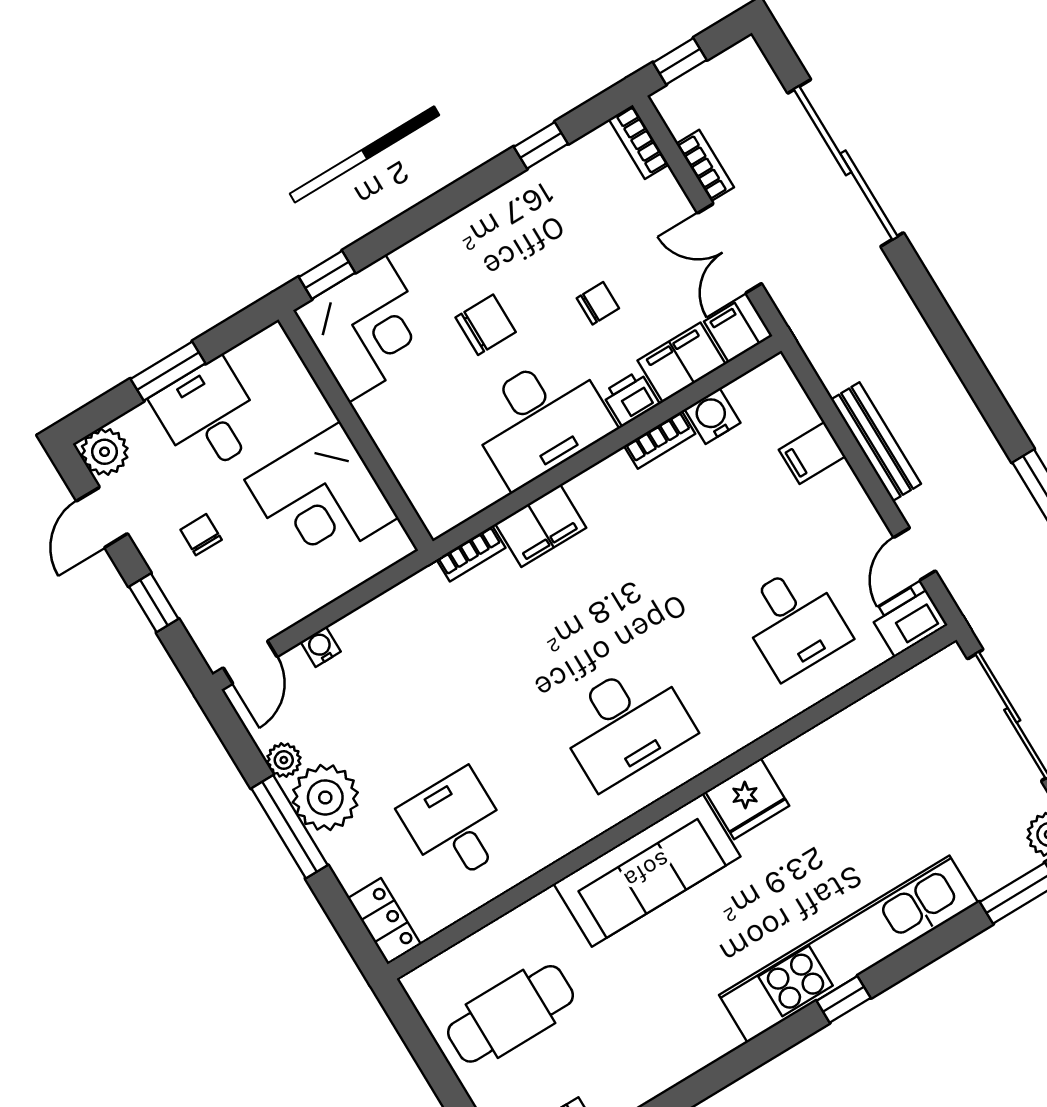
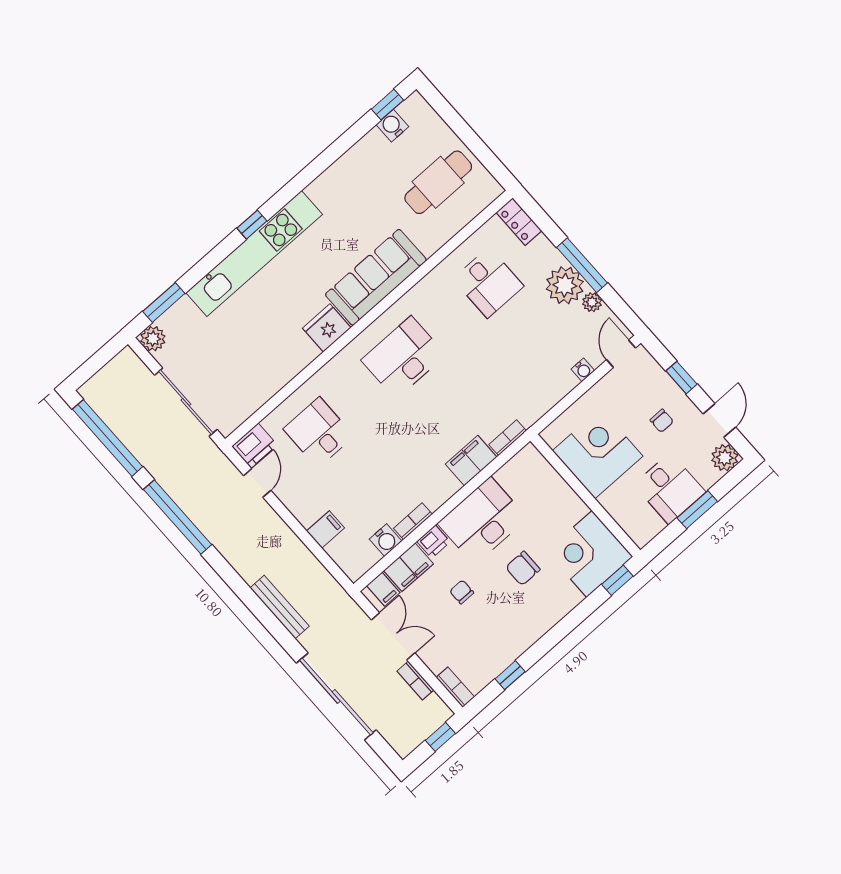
chair: (598, 303) -> (462, 592), turned 90
bench: (876, 442) -> (280, 607), moved

